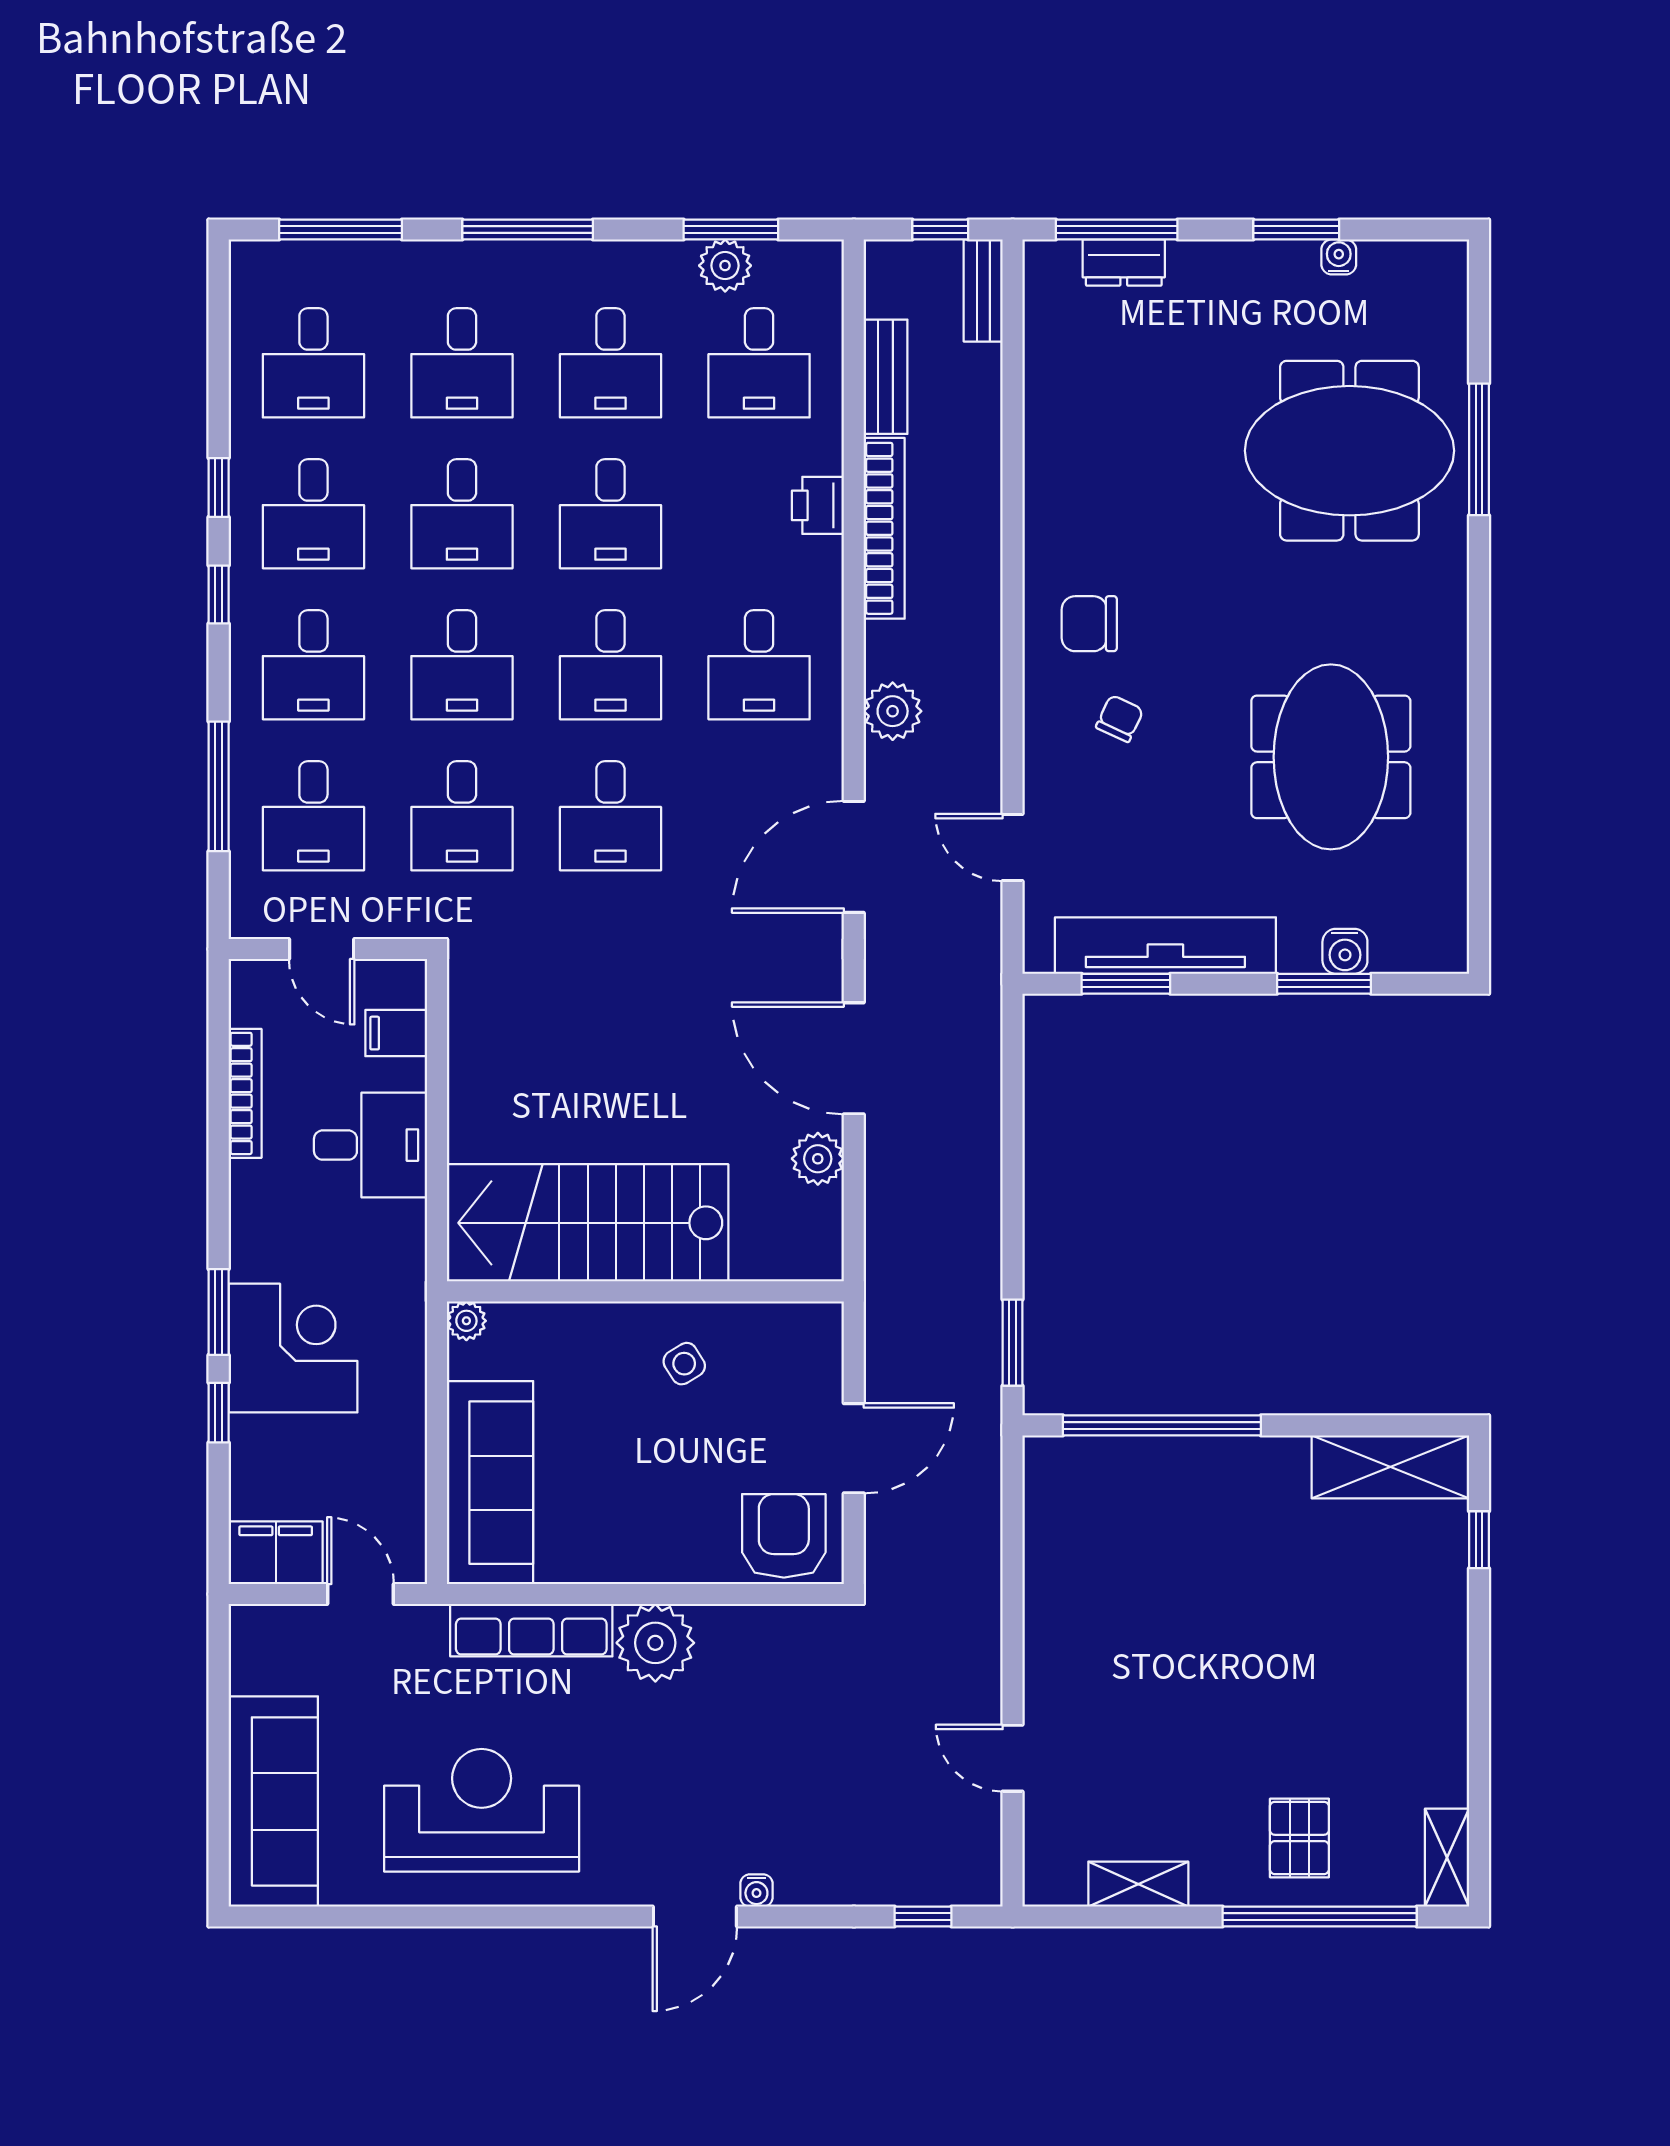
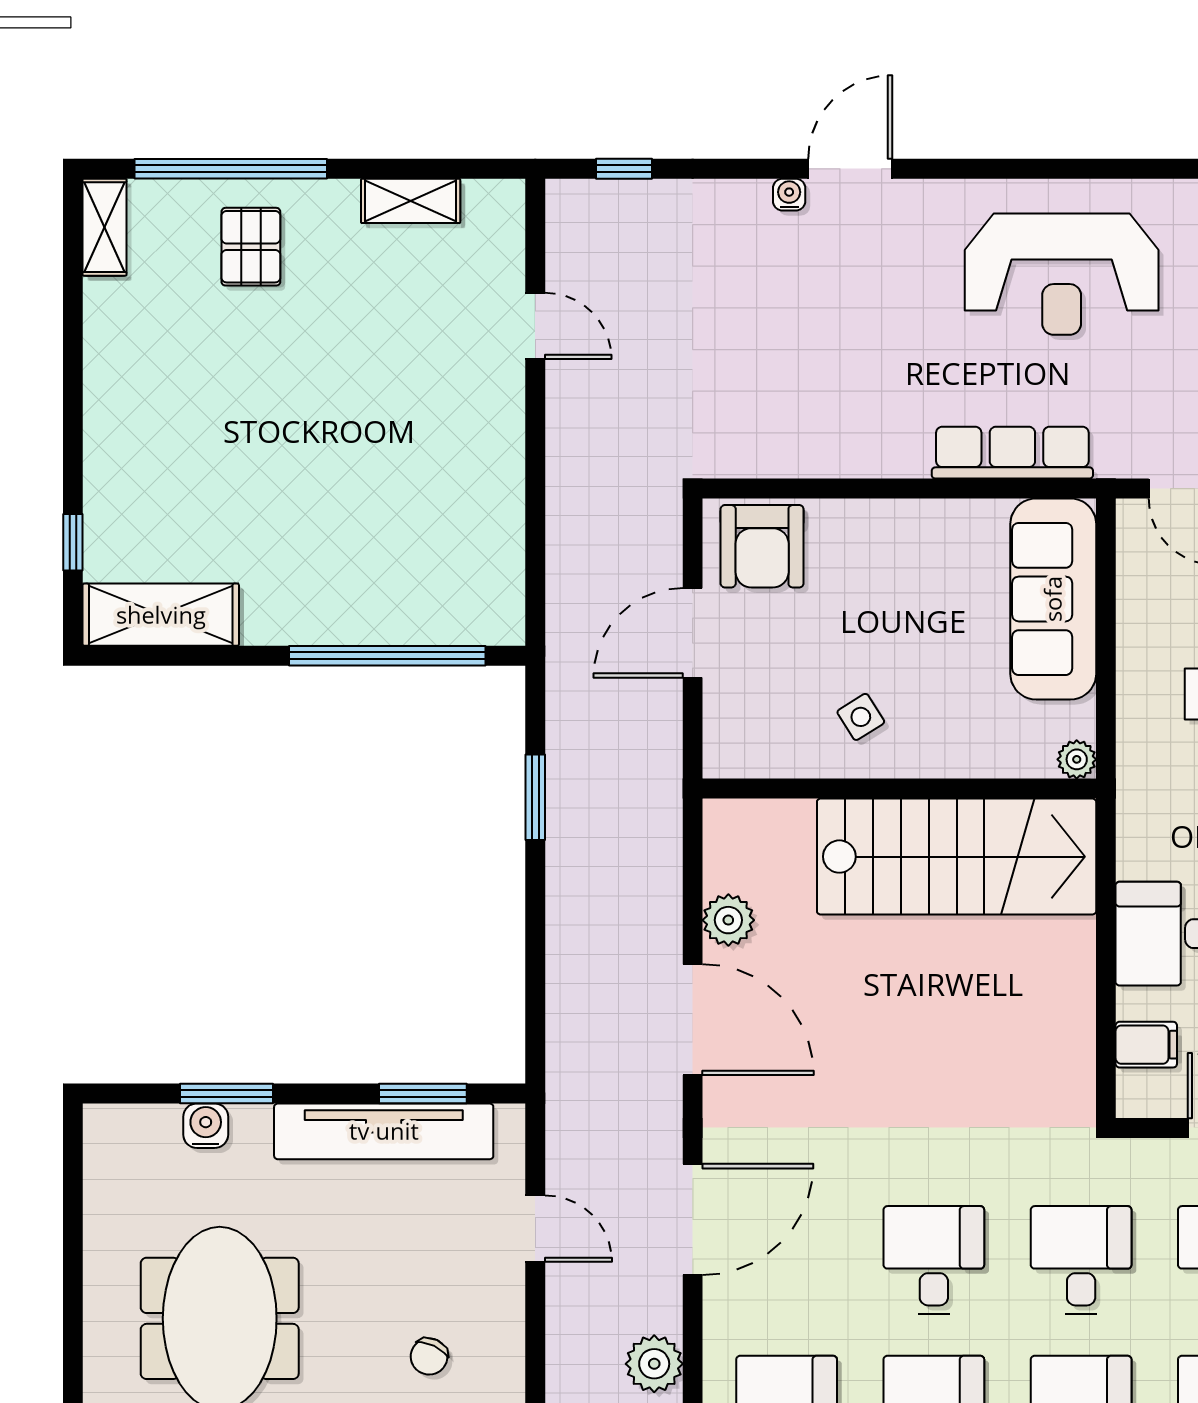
window: (1013, 1343) -> (535, 797), moved
plant: (655, 1643) -> (889, 440), removed

